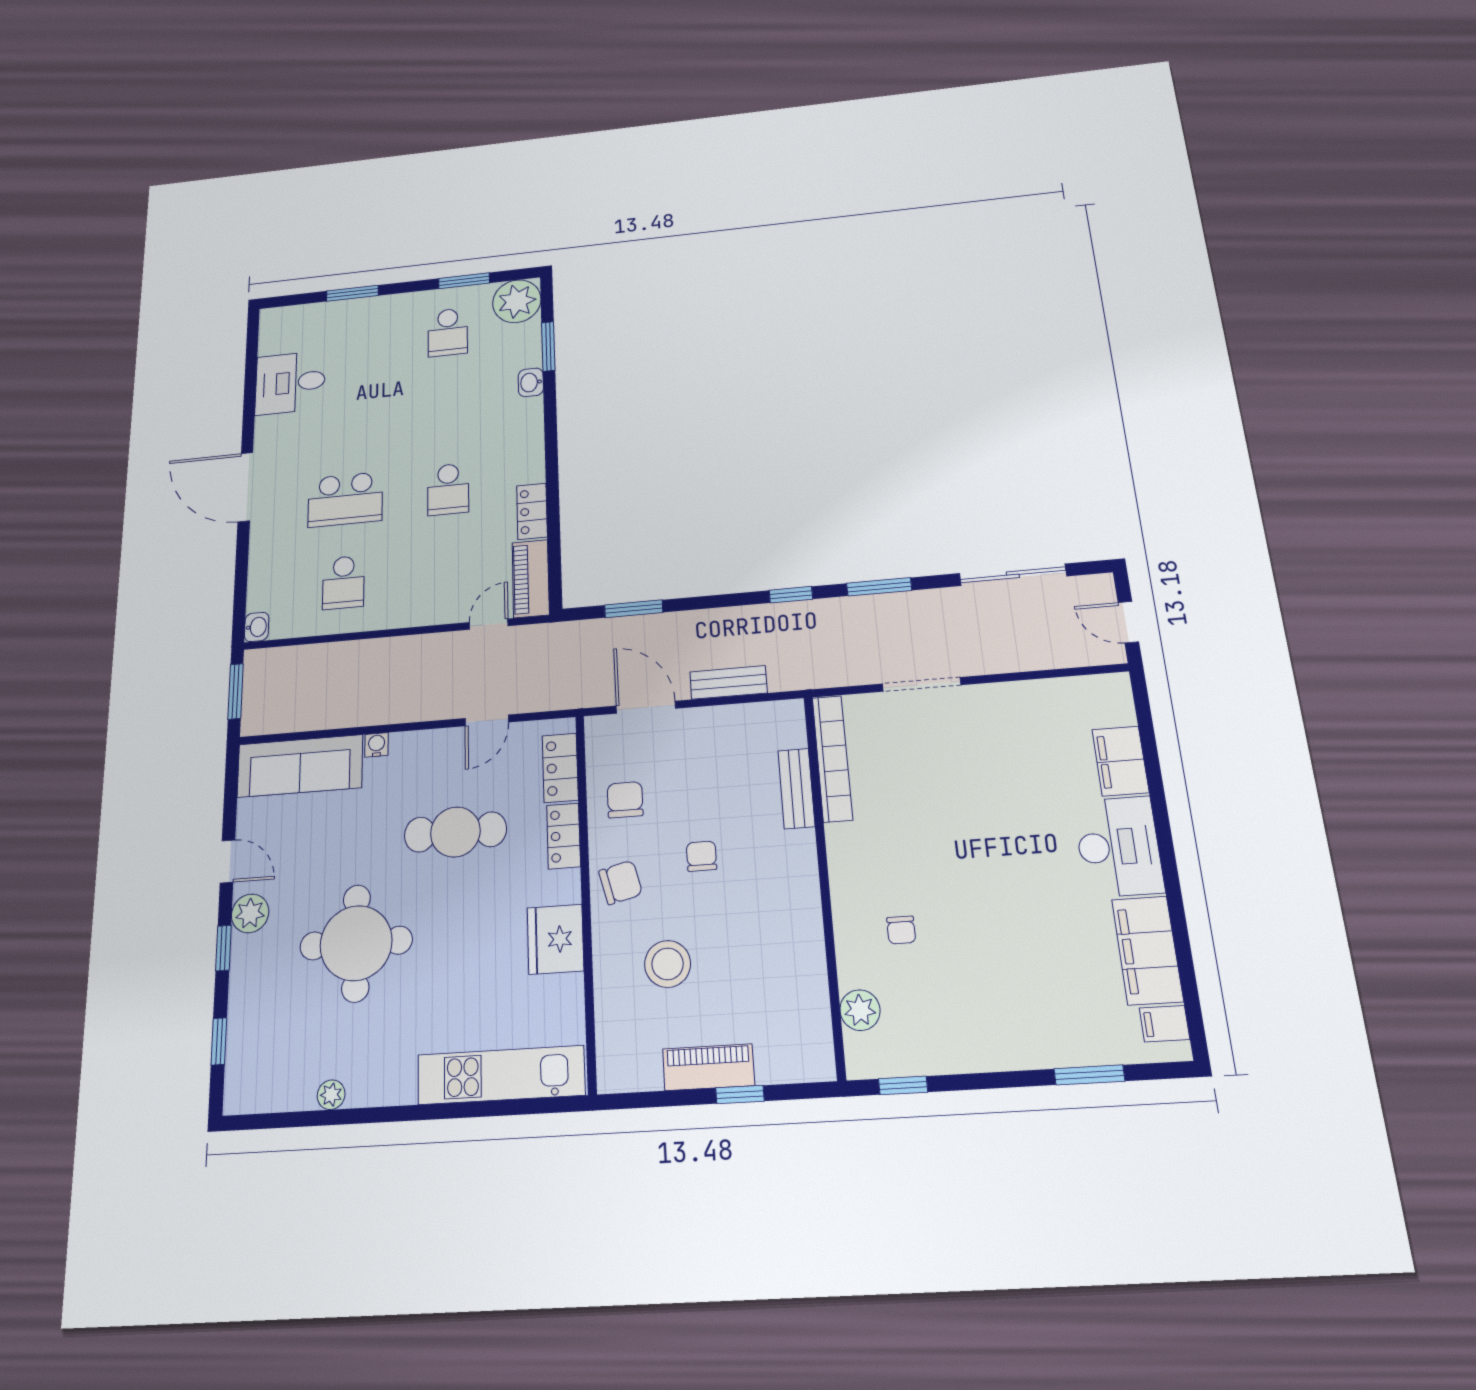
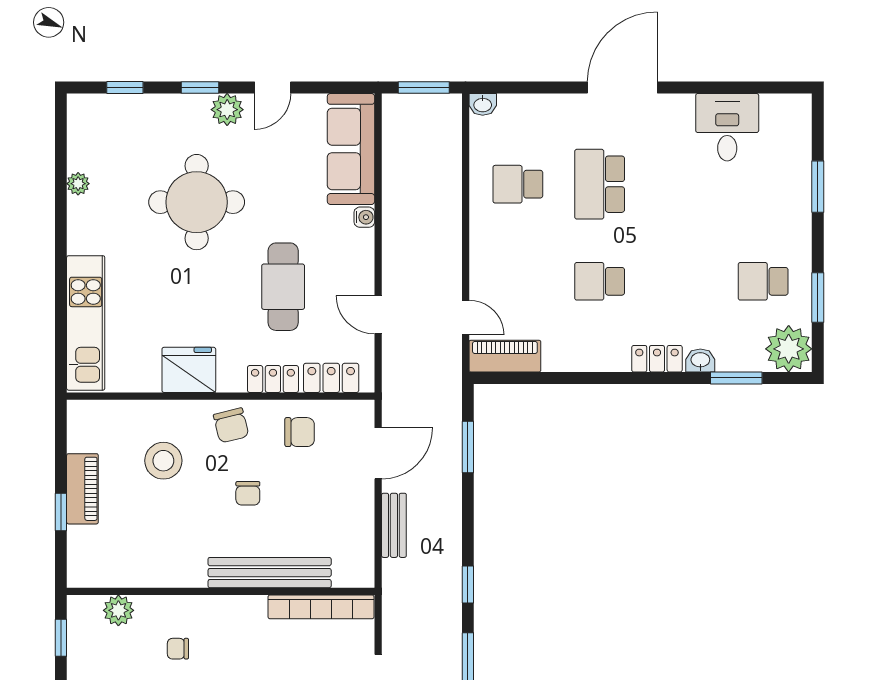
locker: (532, 511) -> (657, 359), moved
bench: (796, 788) -> (270, 573), width x1.86, depth x1.21
chair: (701, 856) -> (248, 493), turned 90

